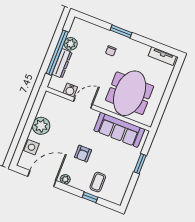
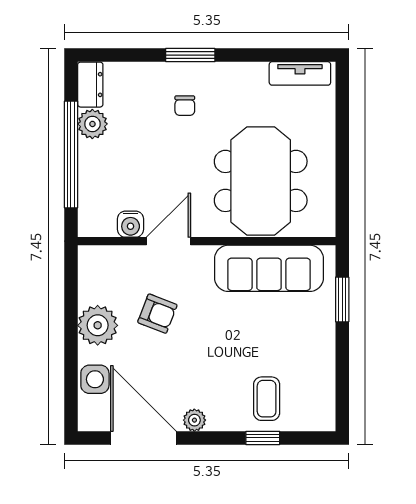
dresser: (62, 63) -> (90, 85), moved, width x0.70
armchair: (83, 154) -> (157, 314), moved, turned -69
window: (140, 164) -> (342, 299), moved
door: (42, 179) -> (143, 438), hinge flipped

